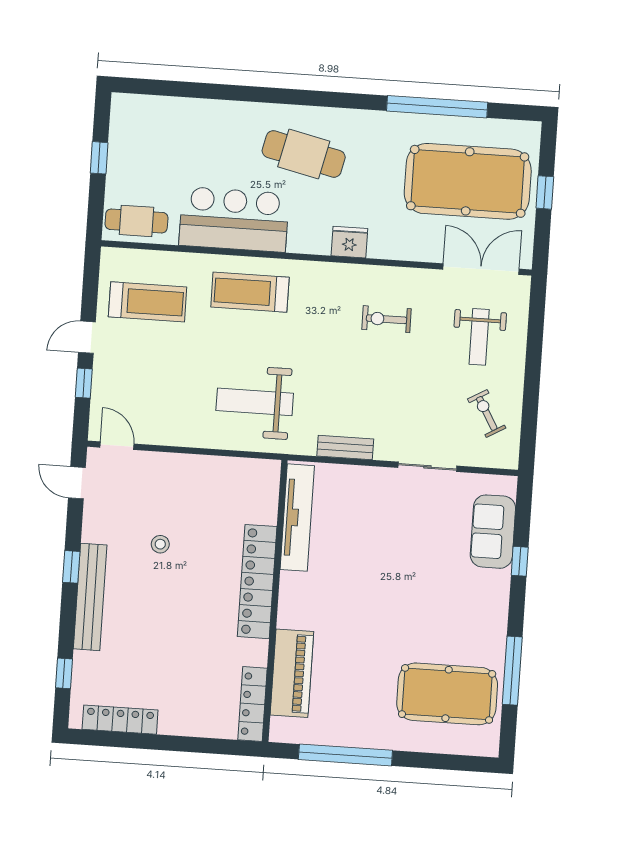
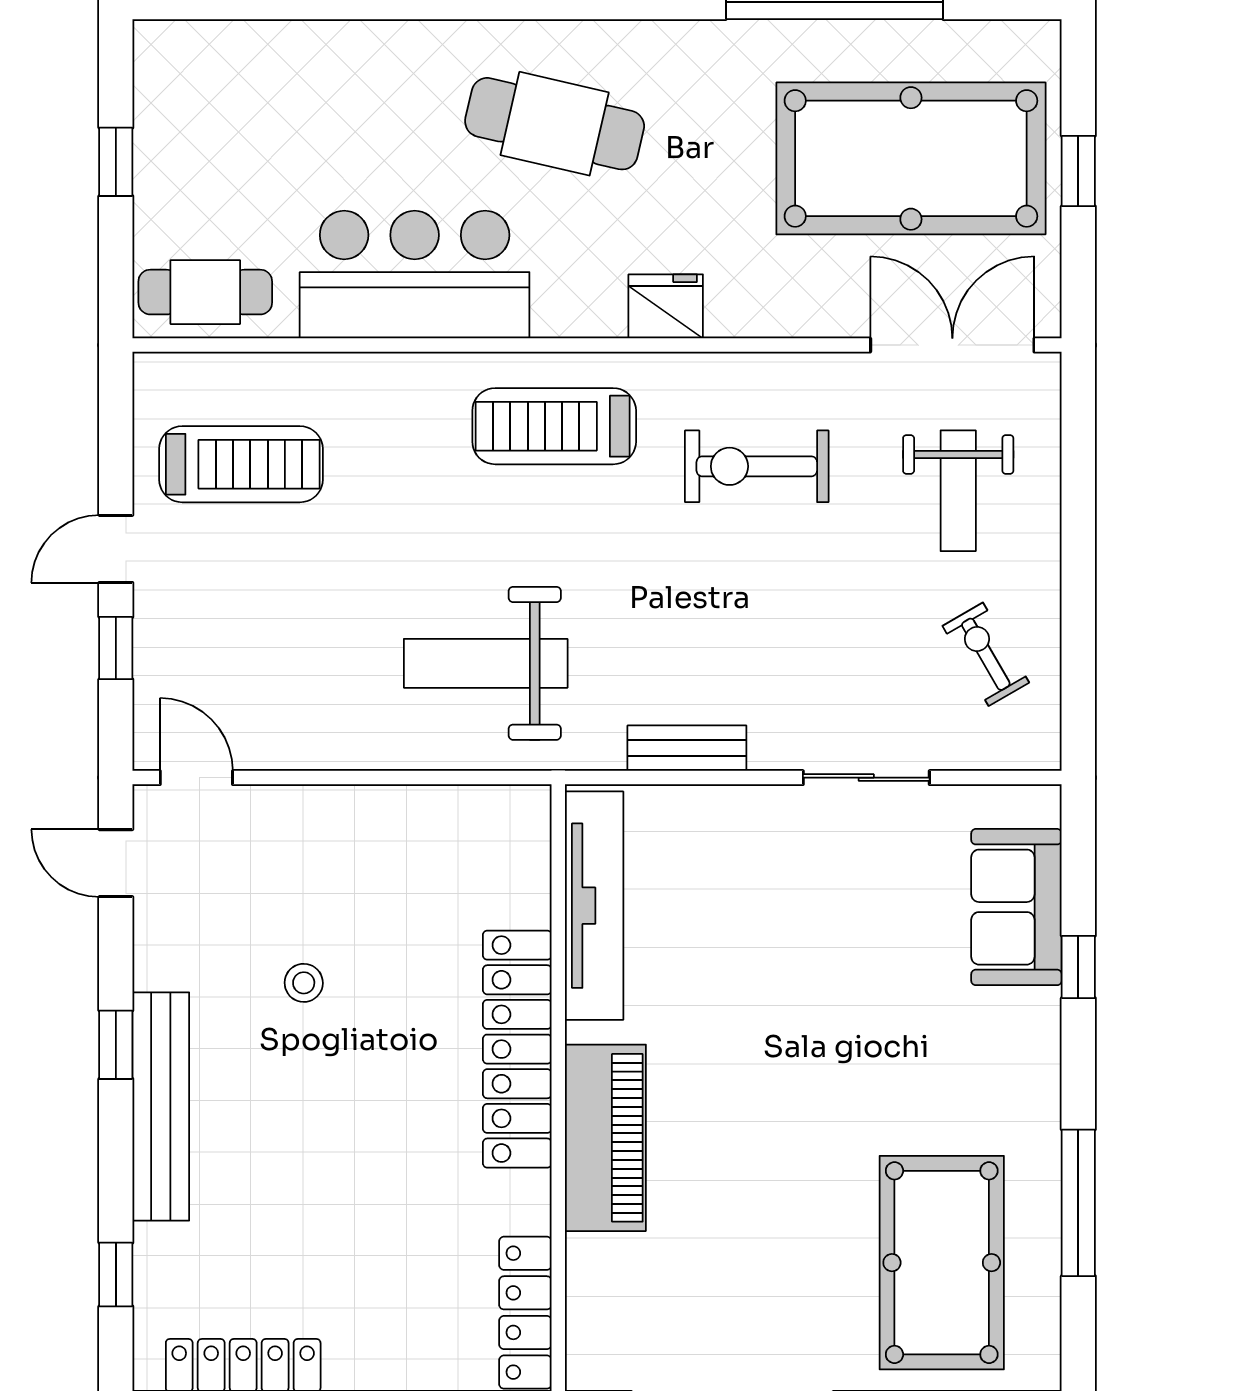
treadmill: (250, 292) -> (554, 426), moved
exercise bike: (387, 319) -> (757, 466), width x1.38, depth x1.39
piano: (292, 673) -> (605, 1138), moved
pool table: (447, 694) -> (942, 1263), turned 90

